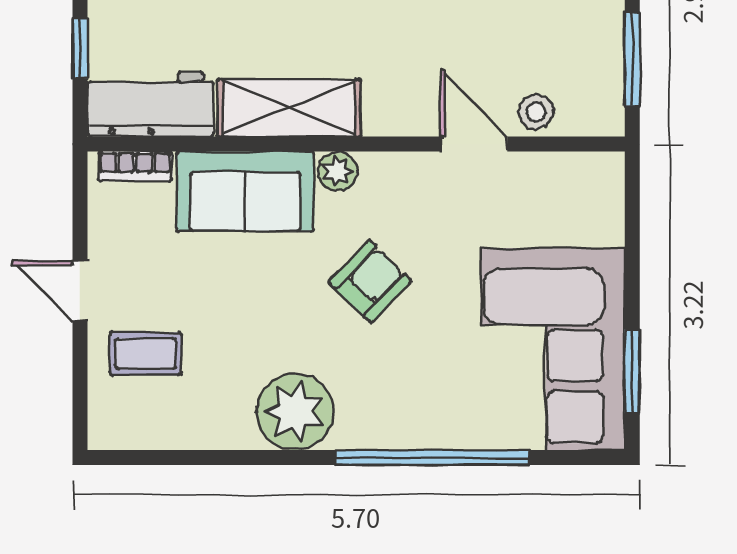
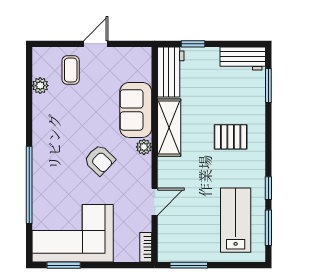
stool: (536, 112) -> (168, 227), removed
bookcase: (135, 166) -> (146, 247), moved
plant: (295, 412) -> (40, 86), moved, width x0.53, depth x0.53

